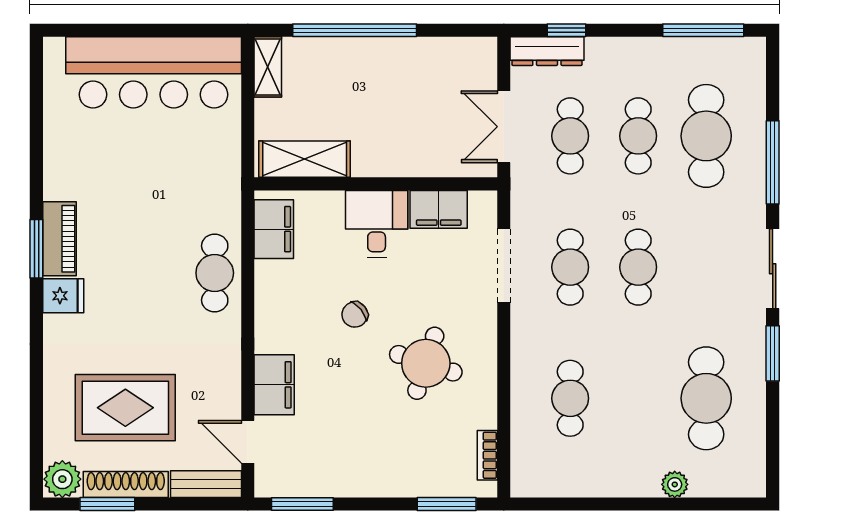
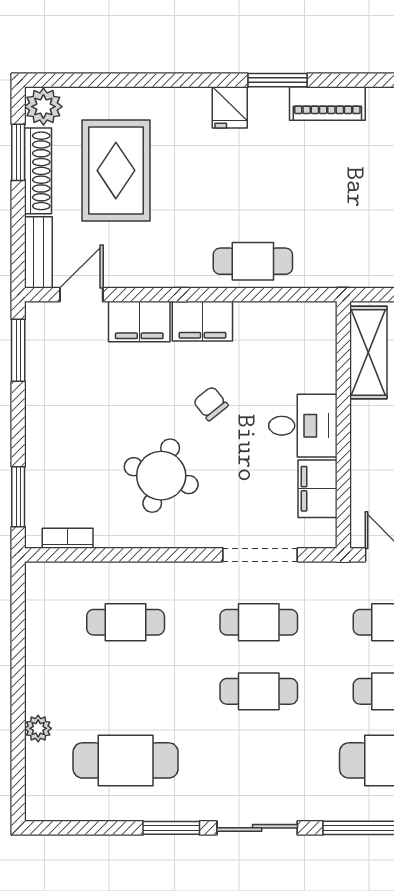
filing cabinet: (274, 229) -> (202, 321), moved
piano: (59, 239) -> (327, 104), moved

